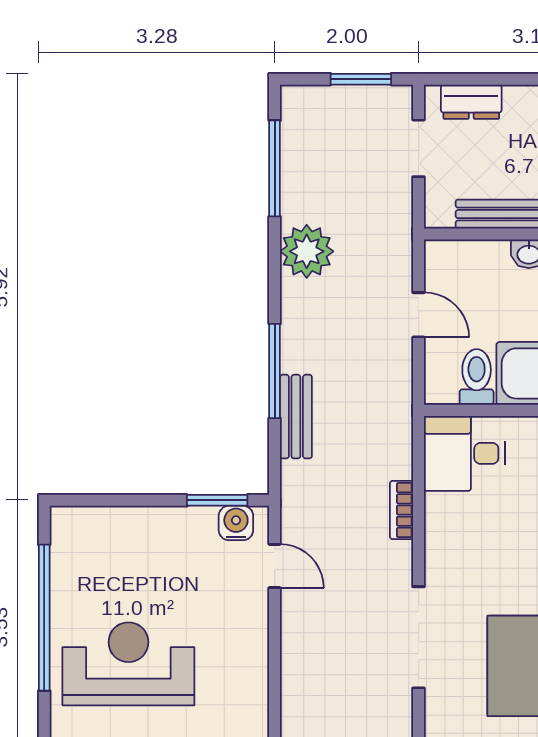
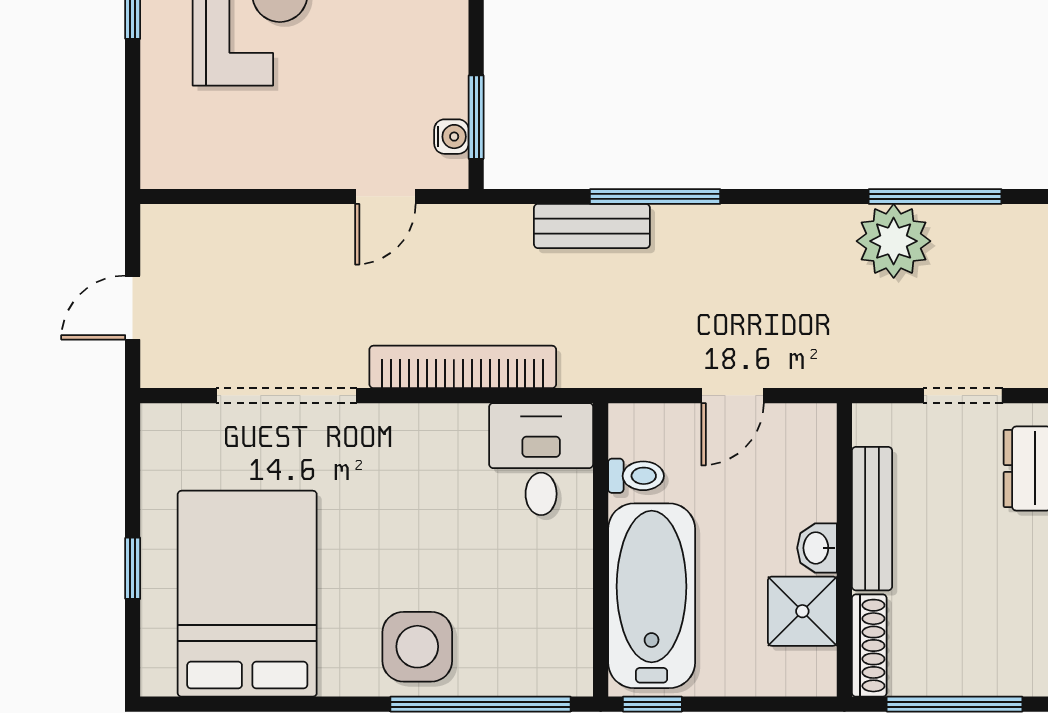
plant: (307, 251) -> (894, 241), moved
toilet: (477, 377) -> (636, 476), width x0.73, depth x0.72
bookcase: (401, 510) -> (463, 367), width x2.31, depth x1.31
water cooler: (236, 523) -> (451, 137), width x0.72, depth x0.72

